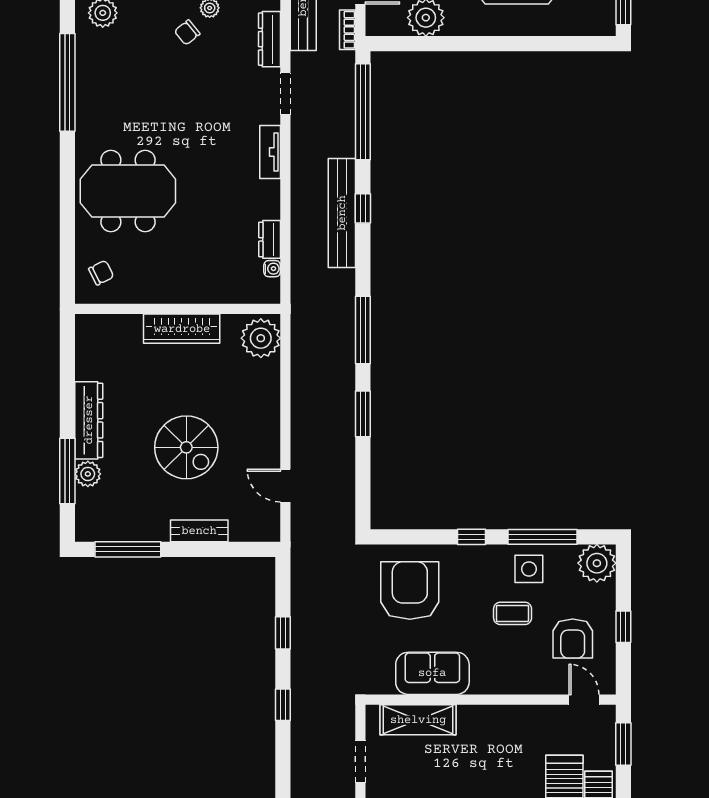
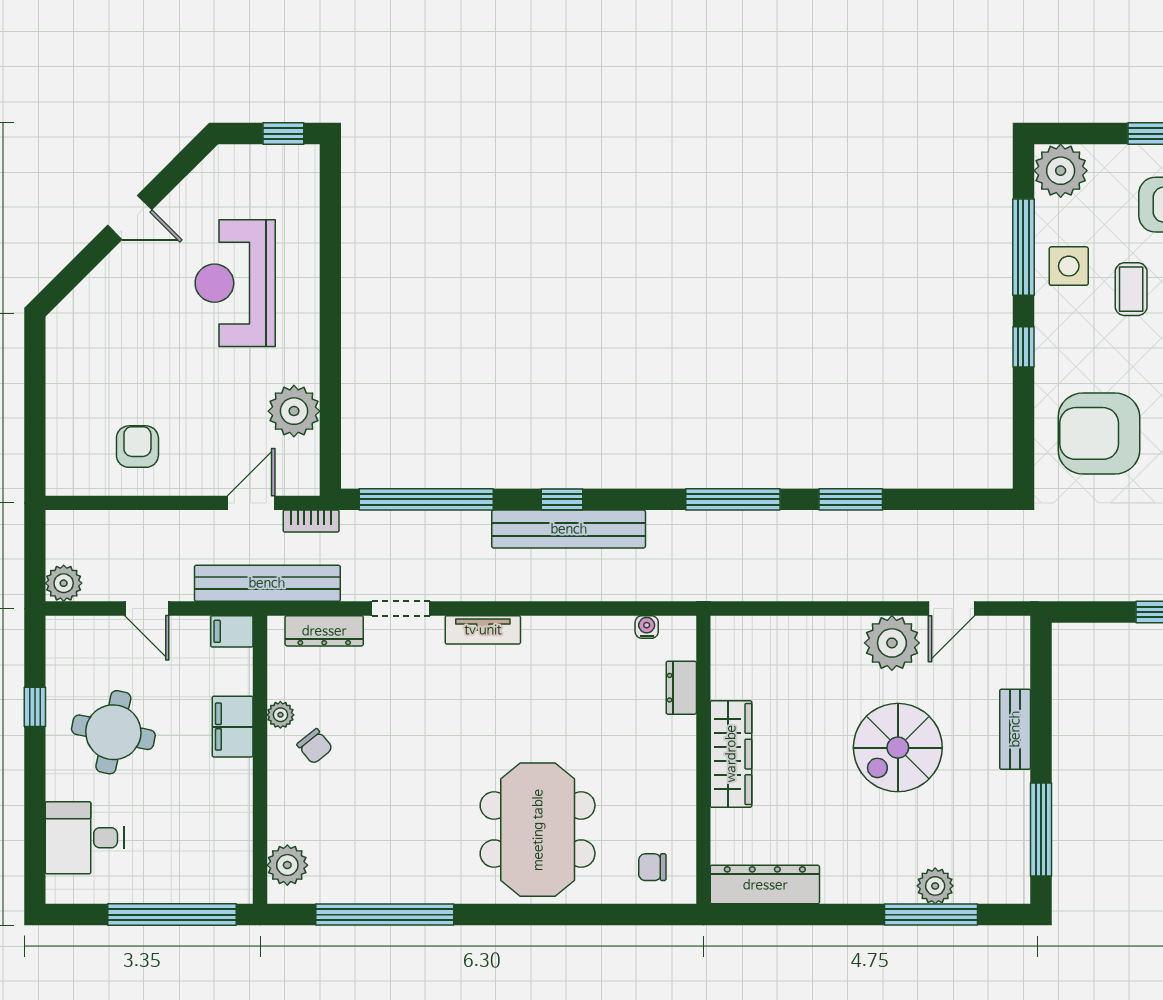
dresser: (270, 239) -> (681, 688), moved, turned 90
chair: (101, 273) -> (652, 867), turned -63
plant: (261, 338) -> (892, 643), moved
dresser: (89, 420) -> (765, 885), moved
spiral stairs: (186, 447) -> (898, 748), turned 180

